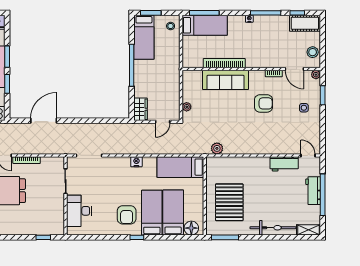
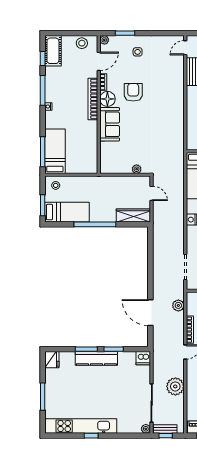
bookcase: (224, 63) -> (93, 99), moved
floor lamp: (257, 78) -> (107, 99), added
sofa: (226, 80) -> (110, 124), width x0.73
wardrobe: (141, 109) -> (133, 215), width x1.50
plant: (217, 148) -> (178, 305), moved

